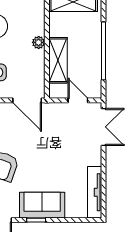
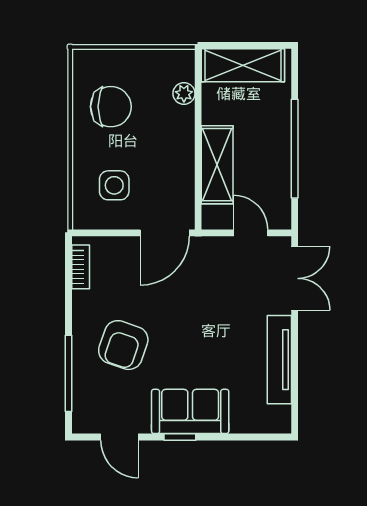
plant: (39, 42) -> (184, 94), moved
door: (27, 100) -> (165, 233), hinge flipped
tv unit: (95, 192) -> (279, 360), moved

